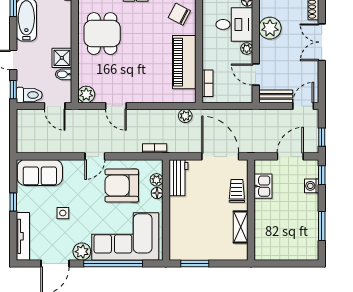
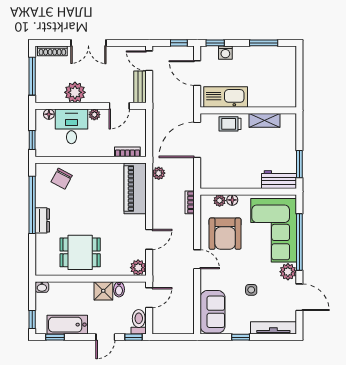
piano: (184, 62) -> (135, 188), moved, turned 90
workbench: (178, 178) -> (279, 180), moved
kitchen sink: (263, 186) -> (226, 97), width x1.88, depth x1.24

